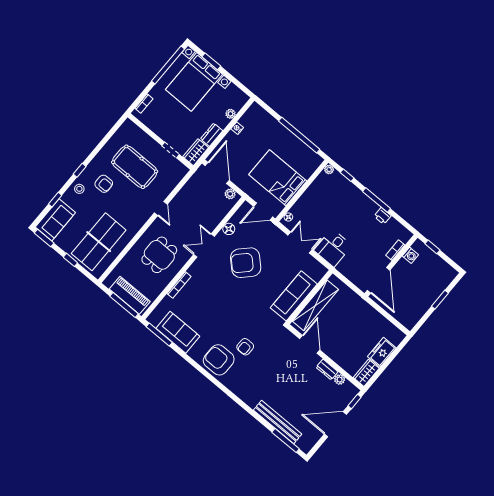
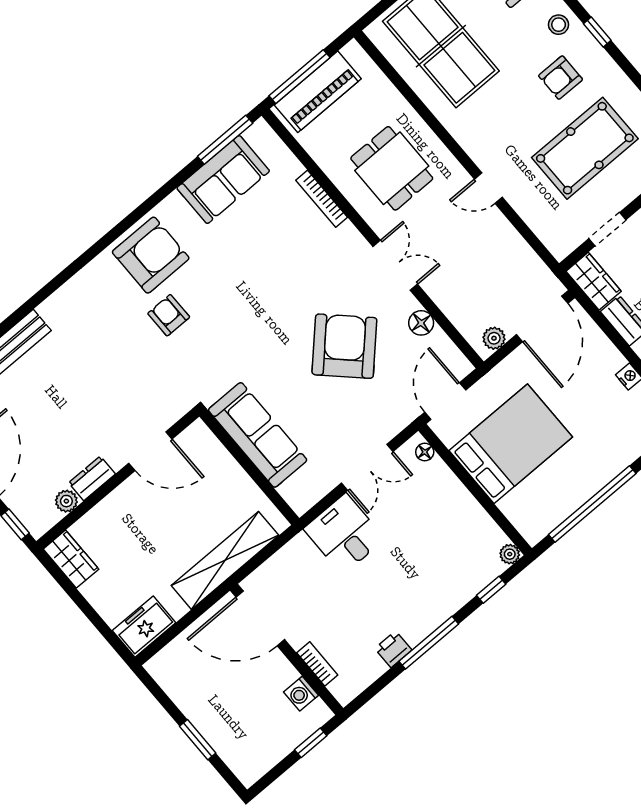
door: (217, 173) -> (542, 319), hinge flipped
shelving: (315, 305) -> (225, 560), moved, turned 90
freezer: (382, 352) -> (144, 627), moved, turned -90

